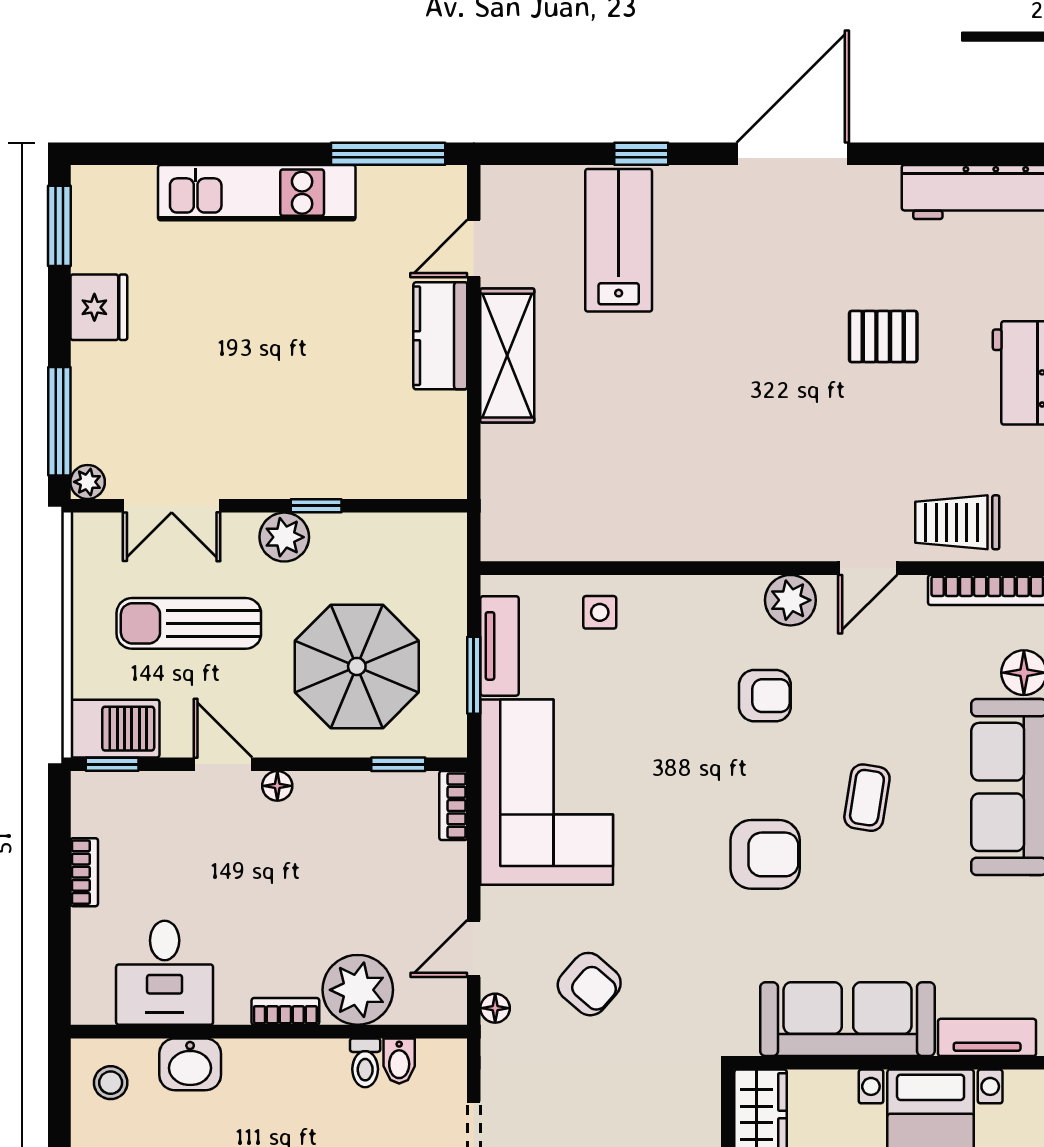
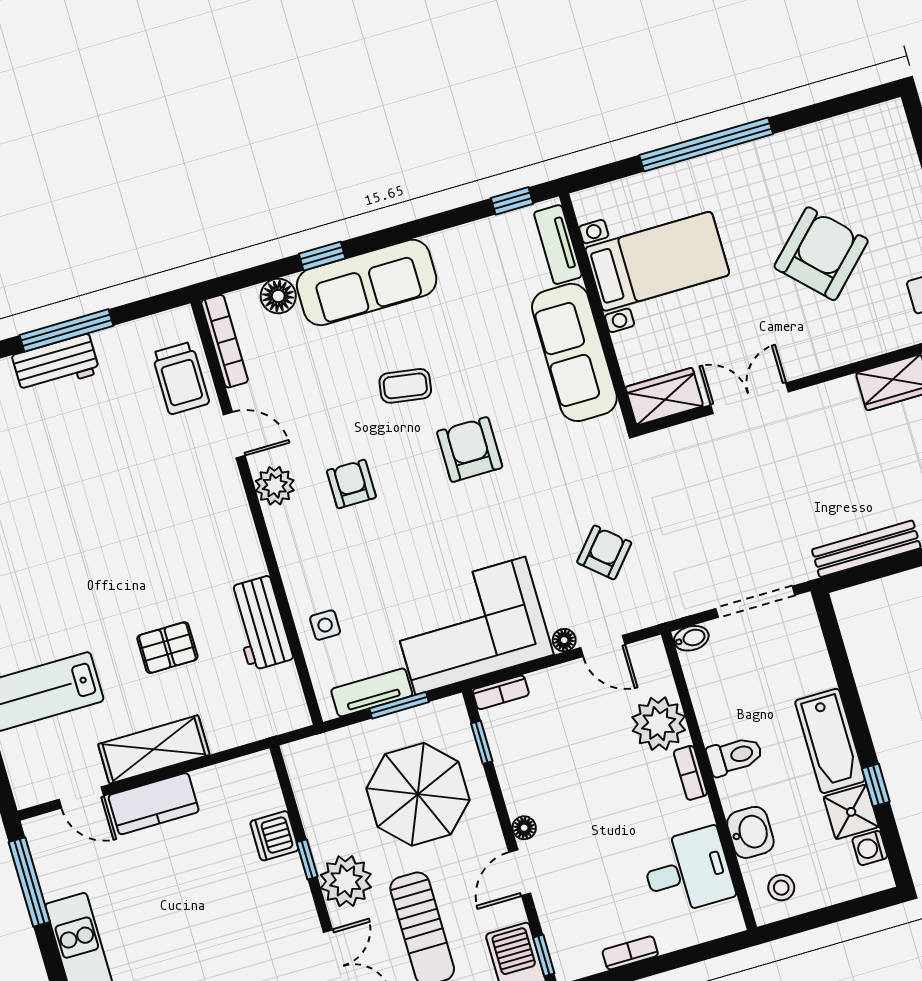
pallet: (883, 337) -> (167, 648), moved, turned 90
dishwasher: (357, 474) -> (274, 836), added
workbench: (625, 532) -> (260, 623), added
plant: (284, 537) -> (346, 881), width x1.36, depth x1.36
floor lamp: (495, 1008) -> (564, 640), moved
bidet: (399, 1061) -> (691, 638), moved
toilet: (365, 1063) -> (735, 756), moved, width x1.37, depth x1.39

